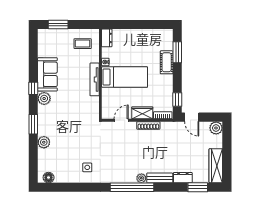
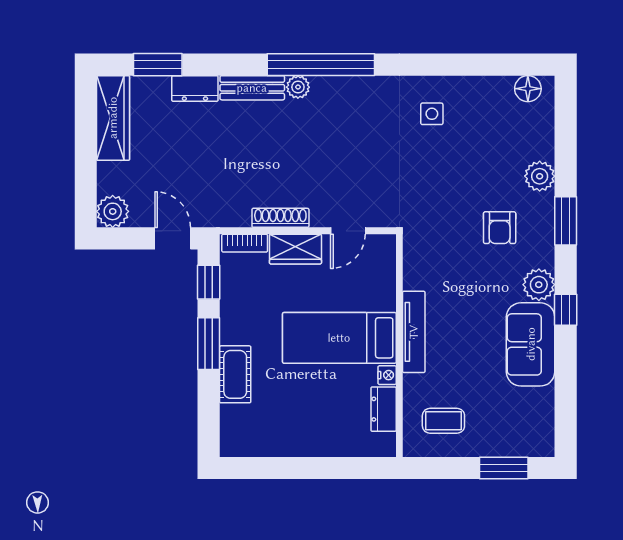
dresser: (107, 38) -> (384, 409), moved
window: (177, 52) -> (209, 344), moved
armchair: (60, 121) -> (500, 228), added

